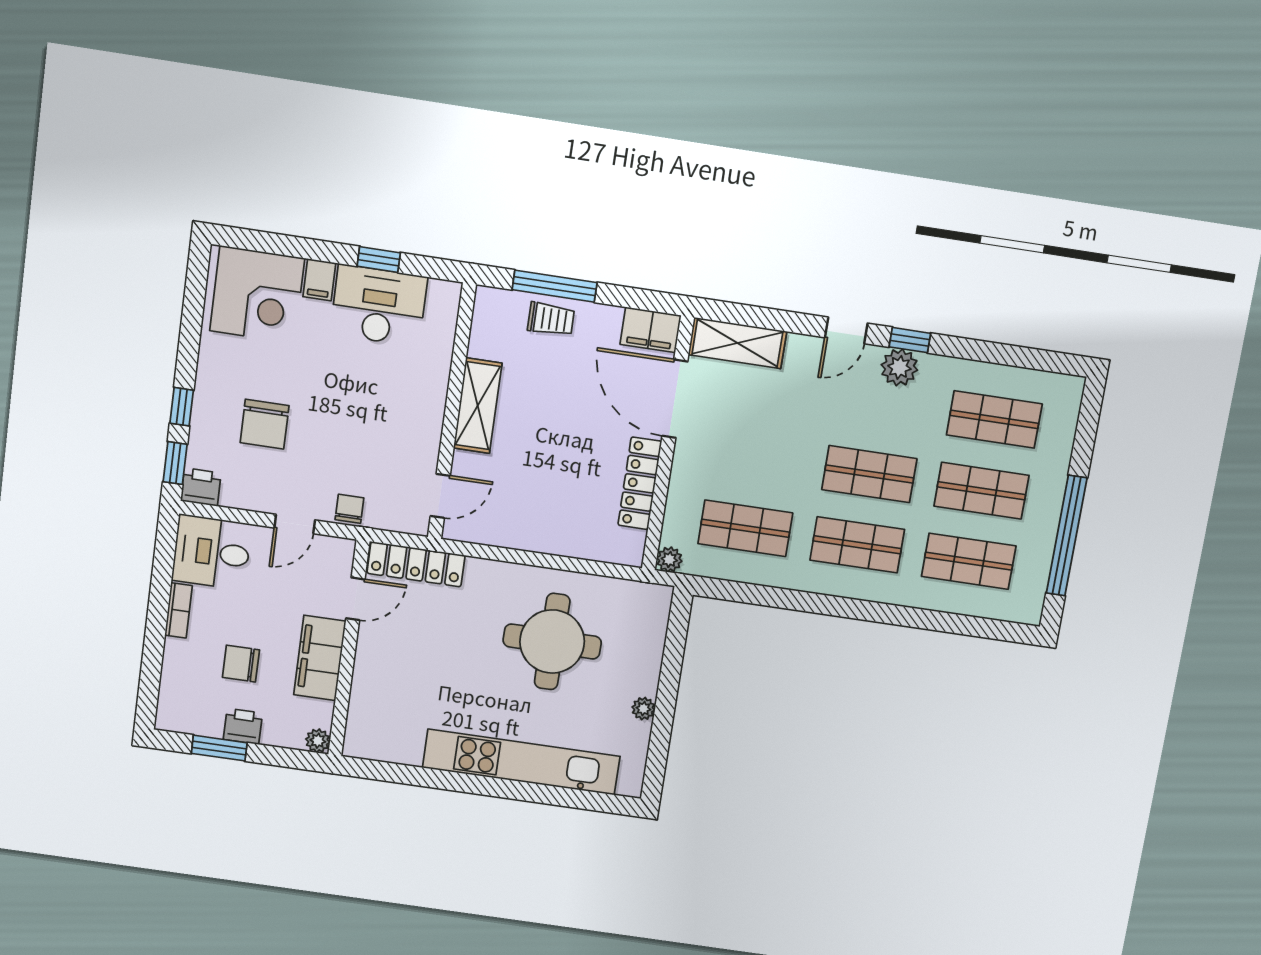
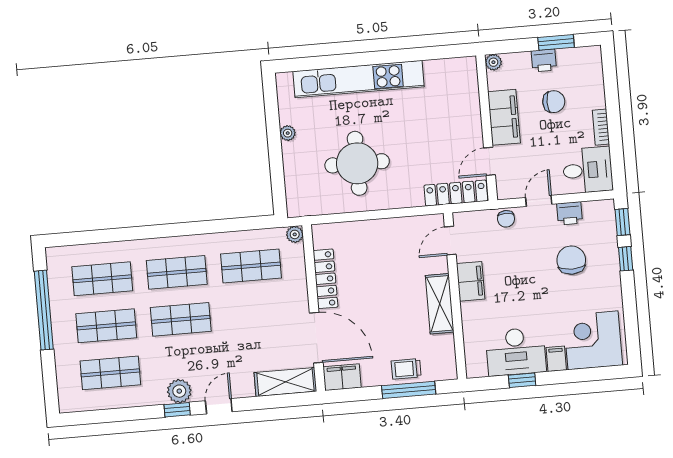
filing cabinet: (423, 428) -> (471, 281), added
printer: (201, 487) -> (570, 213), moved

